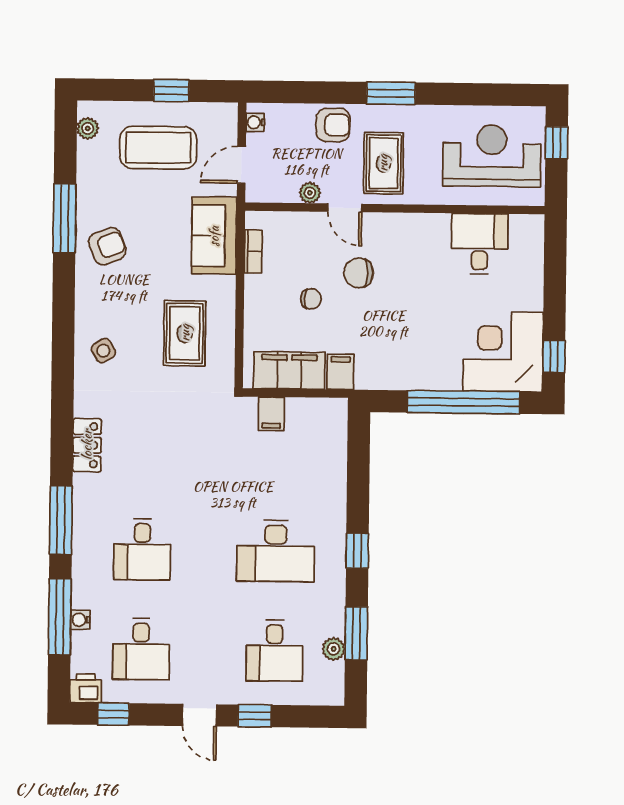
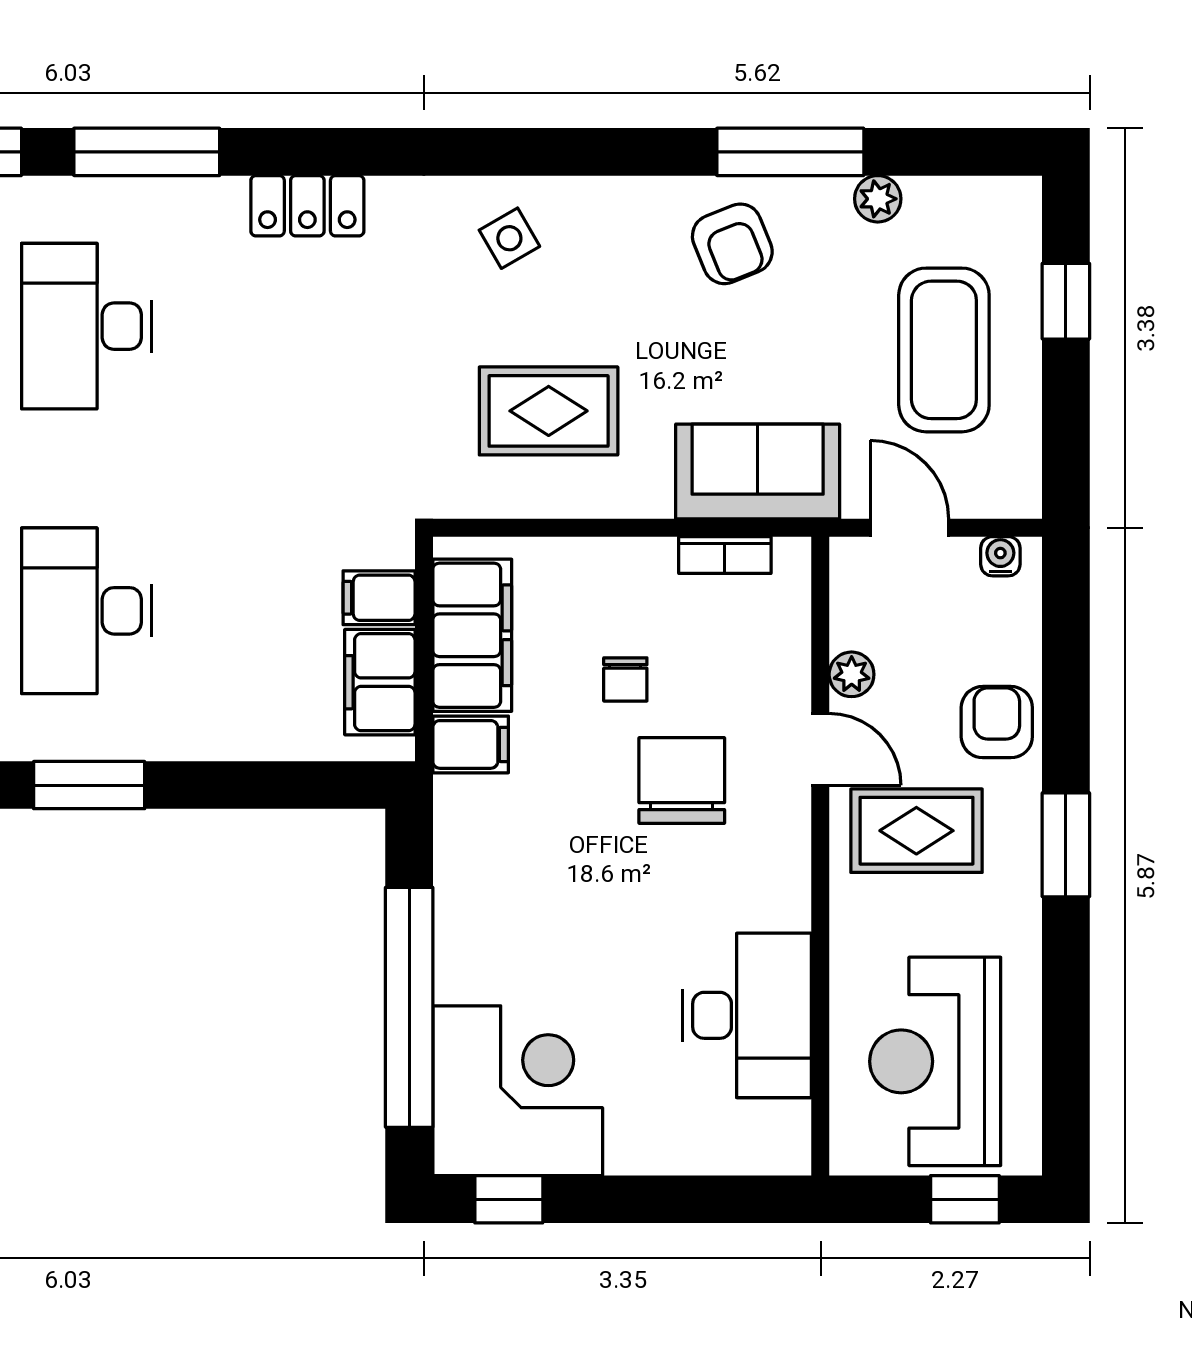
window: (171, 91) -> (1066, 301), moved
armchair: (333, 125) -> (997, 722), turned 180
plant: (88, 128) -> (878, 199), moved
reception desk: (492, 156) -> (935, 1061), turned 180
door: (345, 208) -> (820, 749), swing flipped
desk: (480, 244) -> (747, 1015), width x1.37
chair: (359, 273) -> (682, 780), width x1.37, depth x1.37
filing cabinet: (311, 414) -> (380, 682), added
desk: (142, 549) -> (87, 326), width x1.37
window: (357, 551) -> (89, 785), width x1.50

